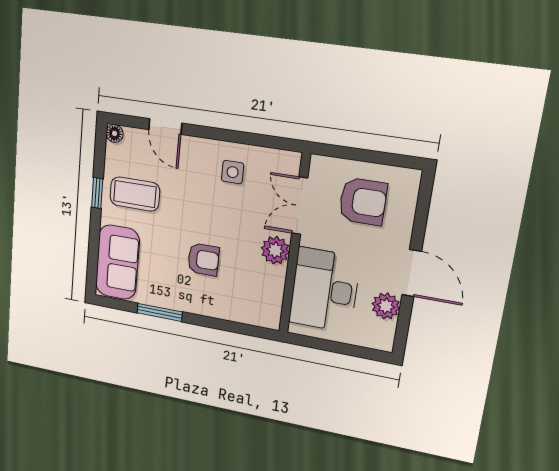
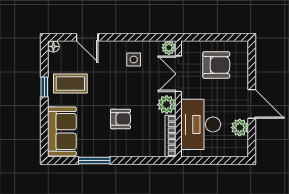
plant: (290, 162) -> (169, 48), added
bookcase: (275, 299) -> (170, 136), added

